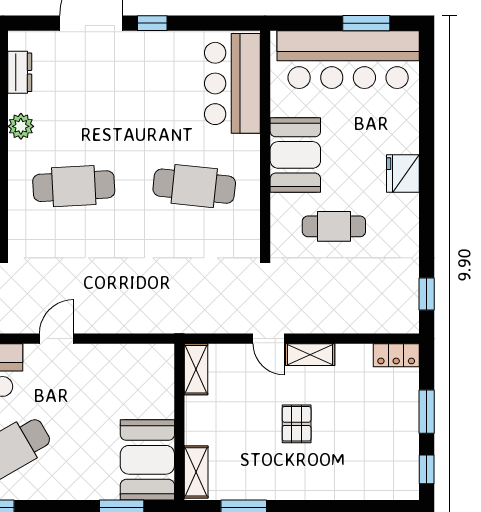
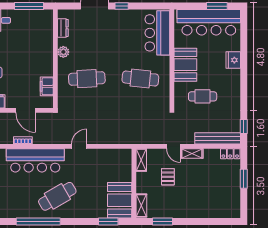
fridge: (403, 173) -> (233, 60), moved
bench: (368, 321) -> (218, 138), added
pallet: (297, 424) -> (168, 177), moved
window: (427, 469) -> (244, 204), removed

